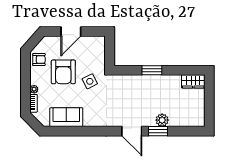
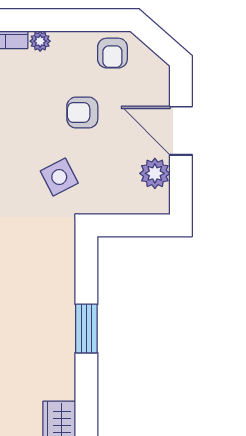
plant: (88, 42) -> (155, 173), added
armchair: (63, 72) -> (82, 113), width x0.53, depth x0.53

